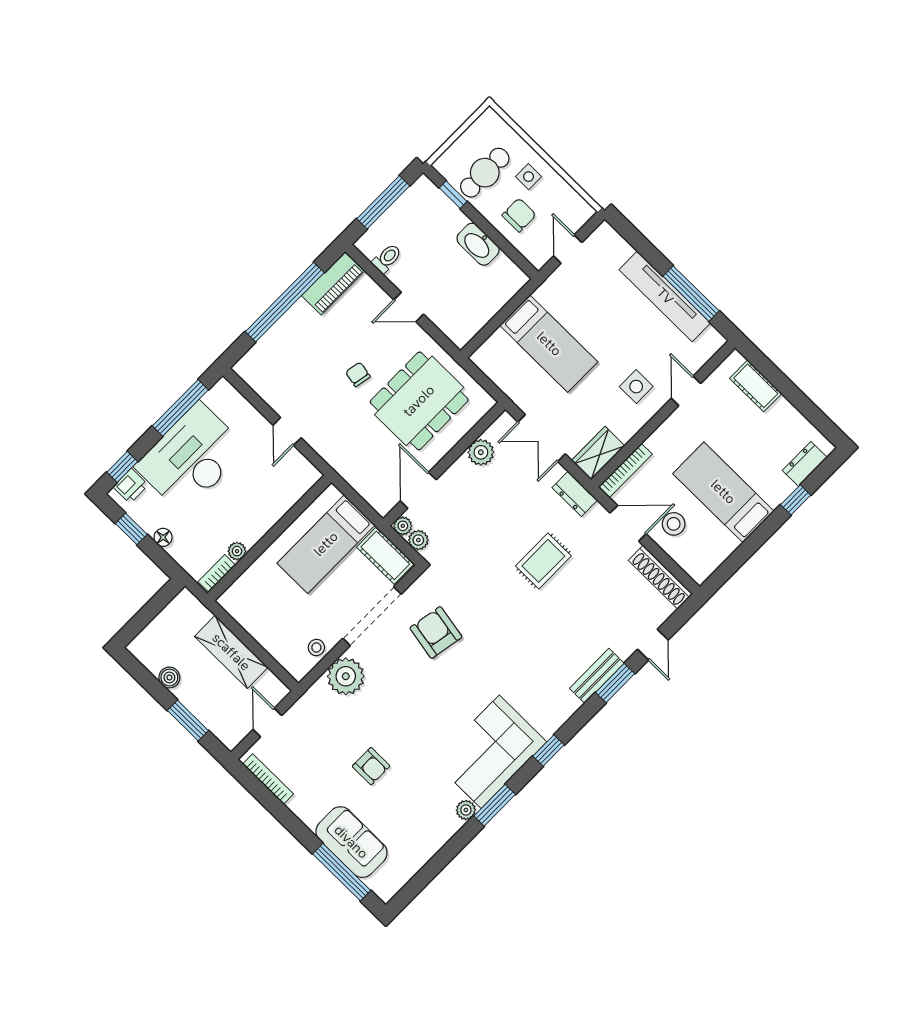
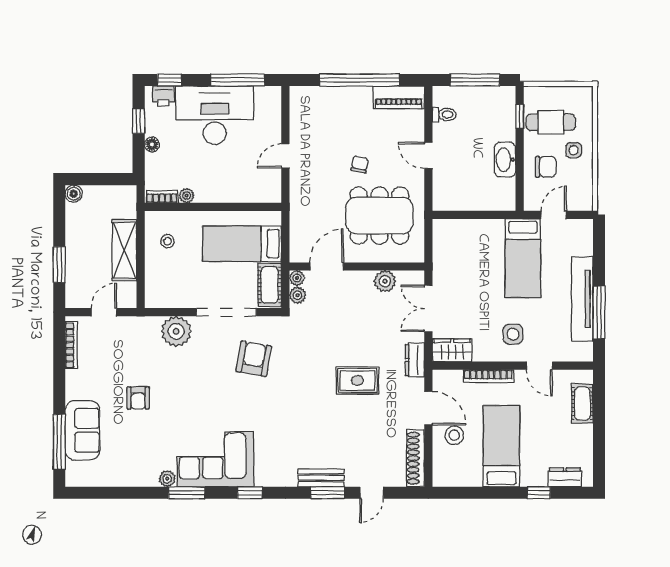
bed: (549, 344) -> (523, 258), moved
door: (686, 391) -> (539, 366), swing flipped
bookcase: (625, 471) -> (488, 376), moved
stool: (316, 648) -> (168, 241), moved
boiler: (169, 677) -> (74, 194), moved

